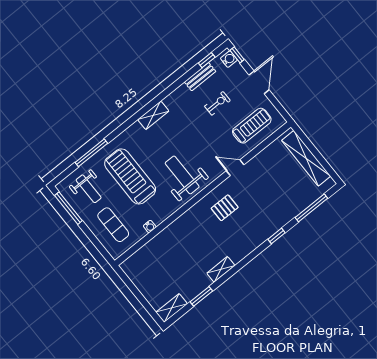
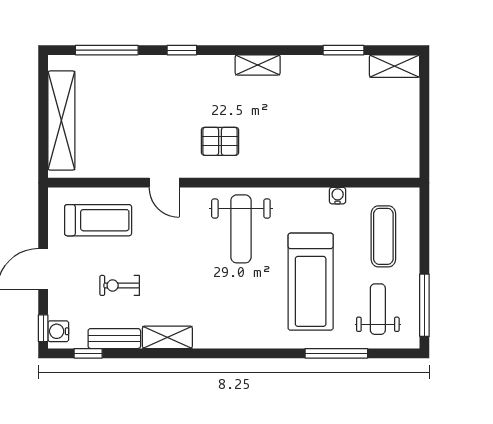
shelving: (153, 115) -> (167, 337), moved
treadmill: (252, 126) -> (98, 220), turned 180
shelving: (221, 269) -> (258, 65), moved

